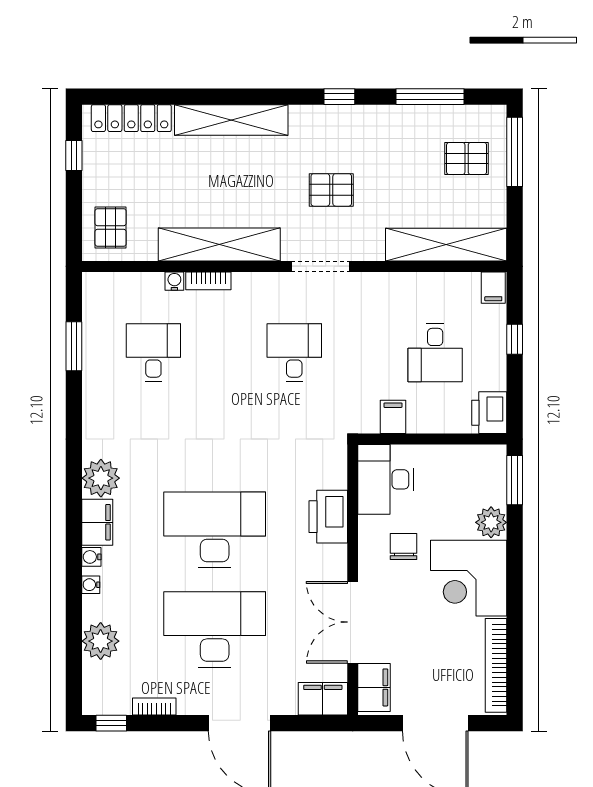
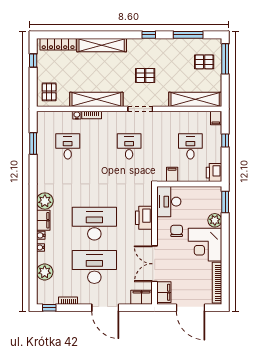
desk: (435, 353) -> (190, 146), turned 180

